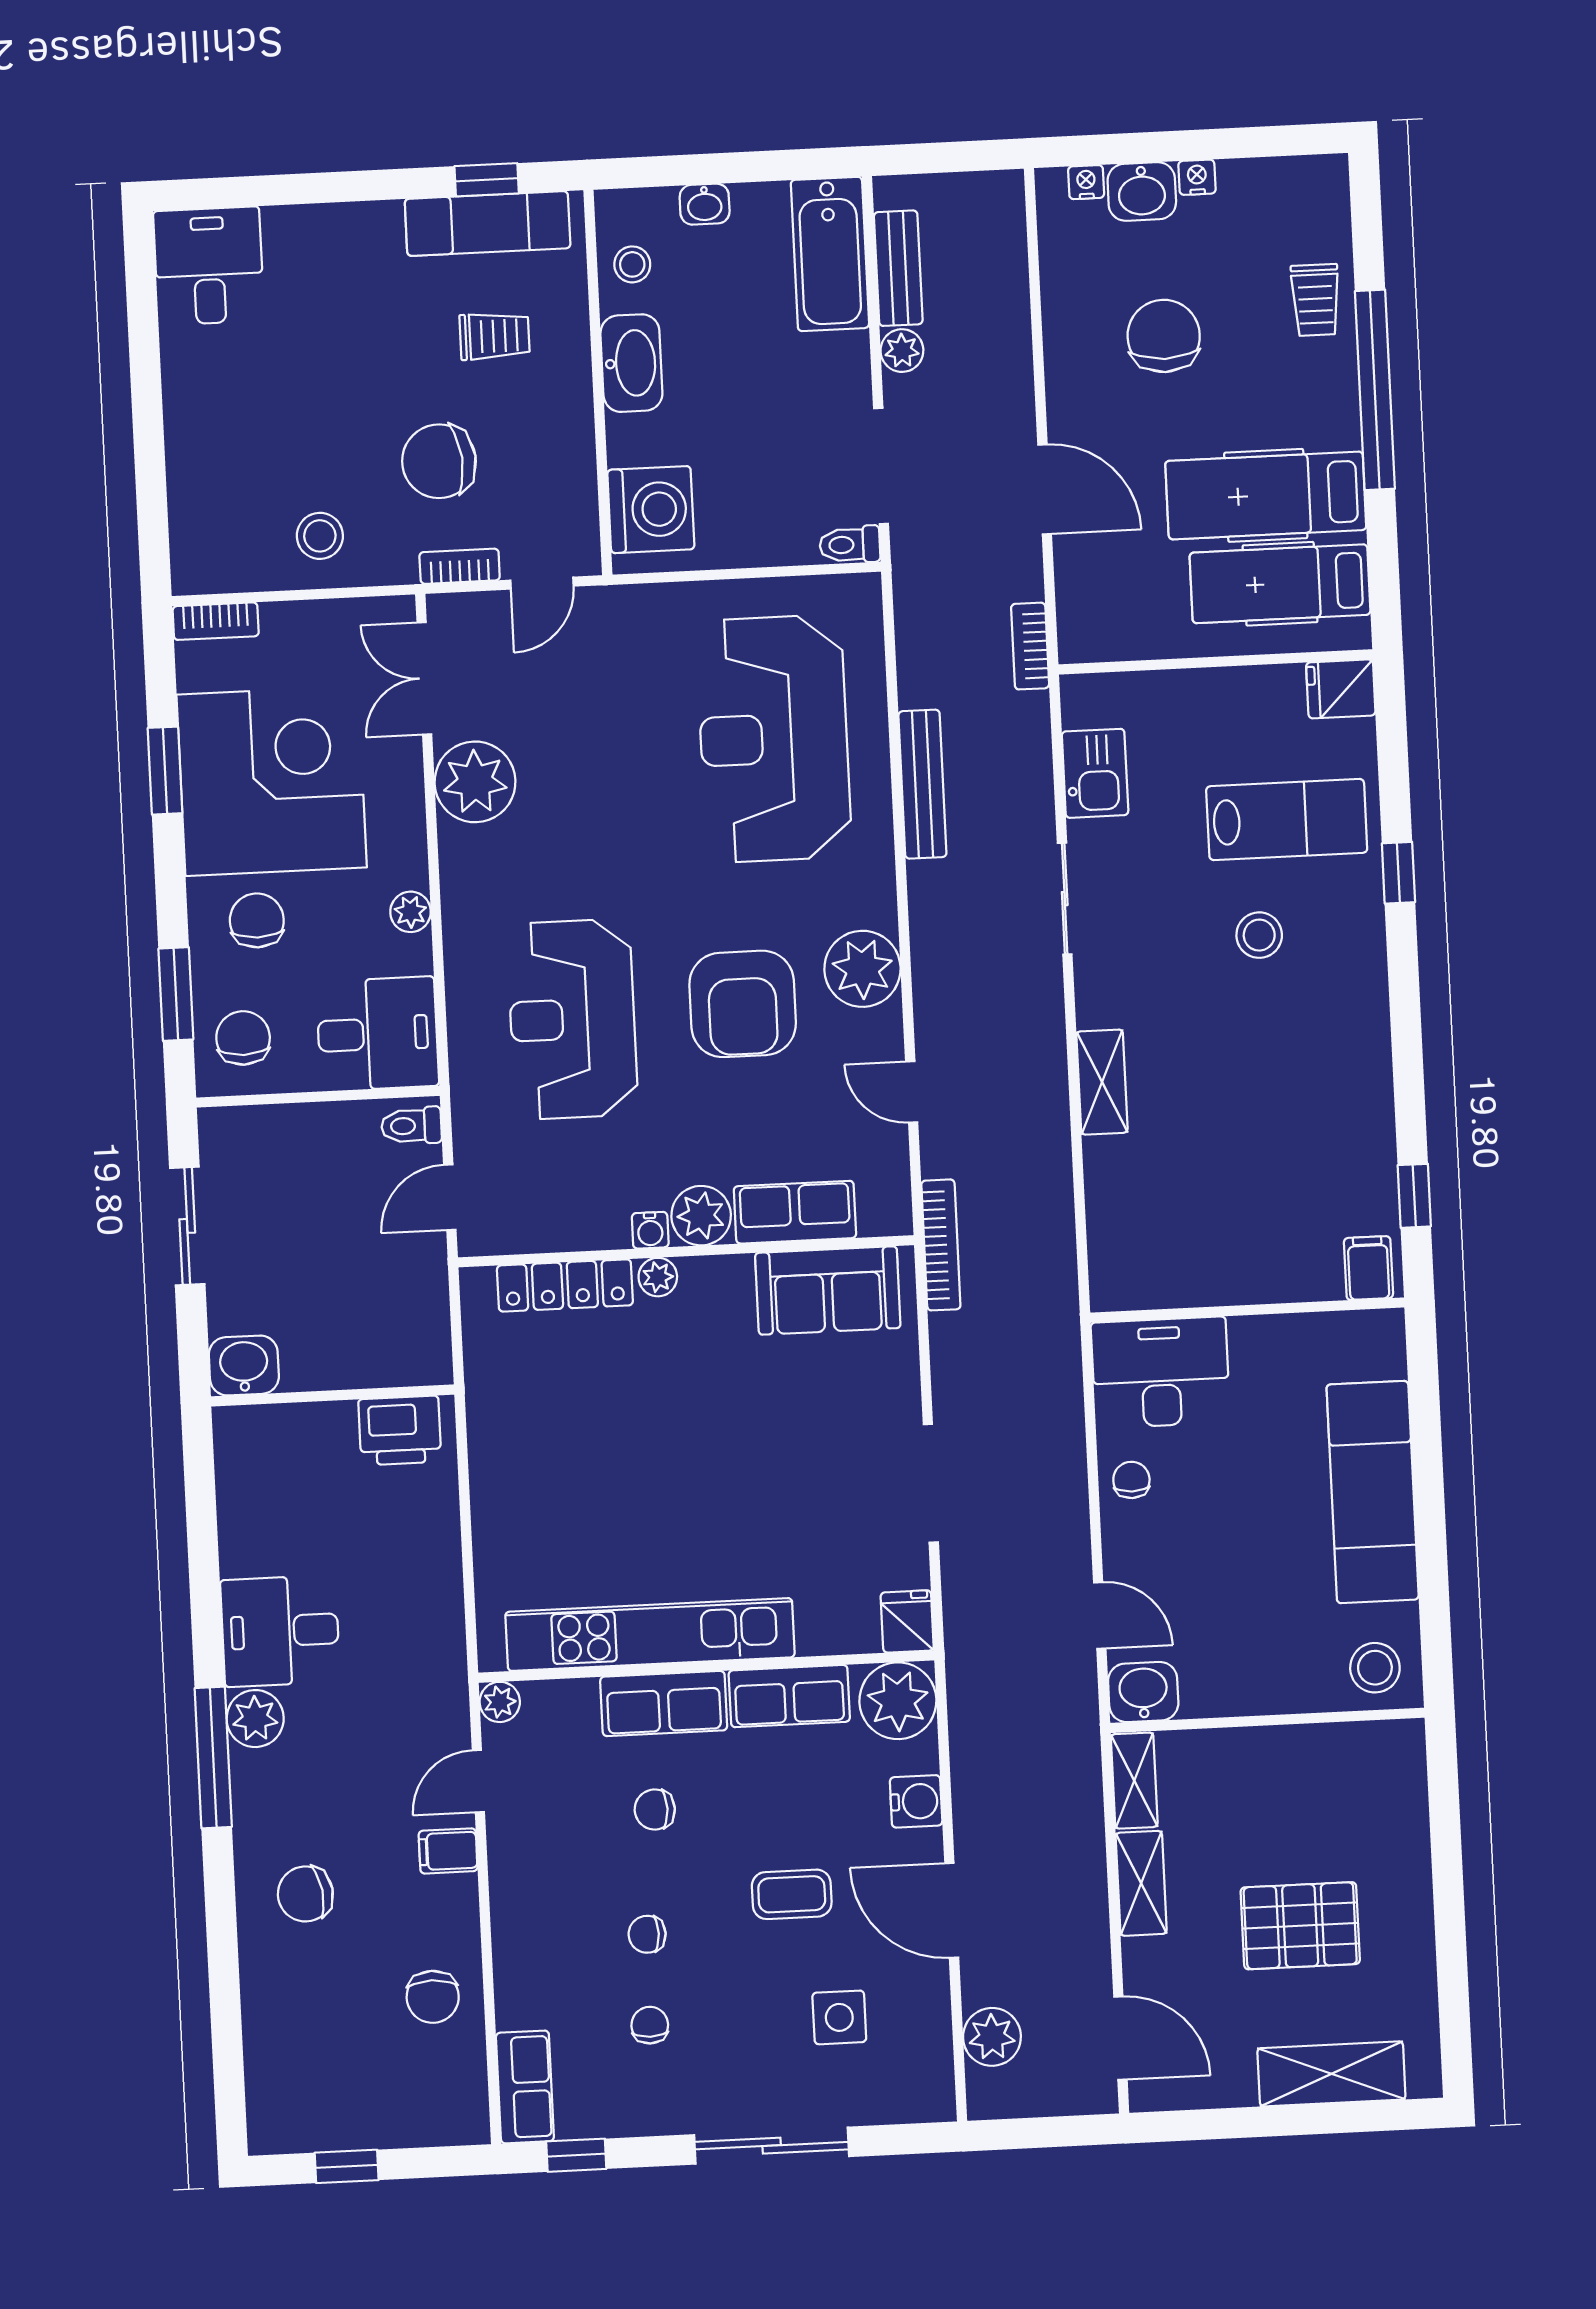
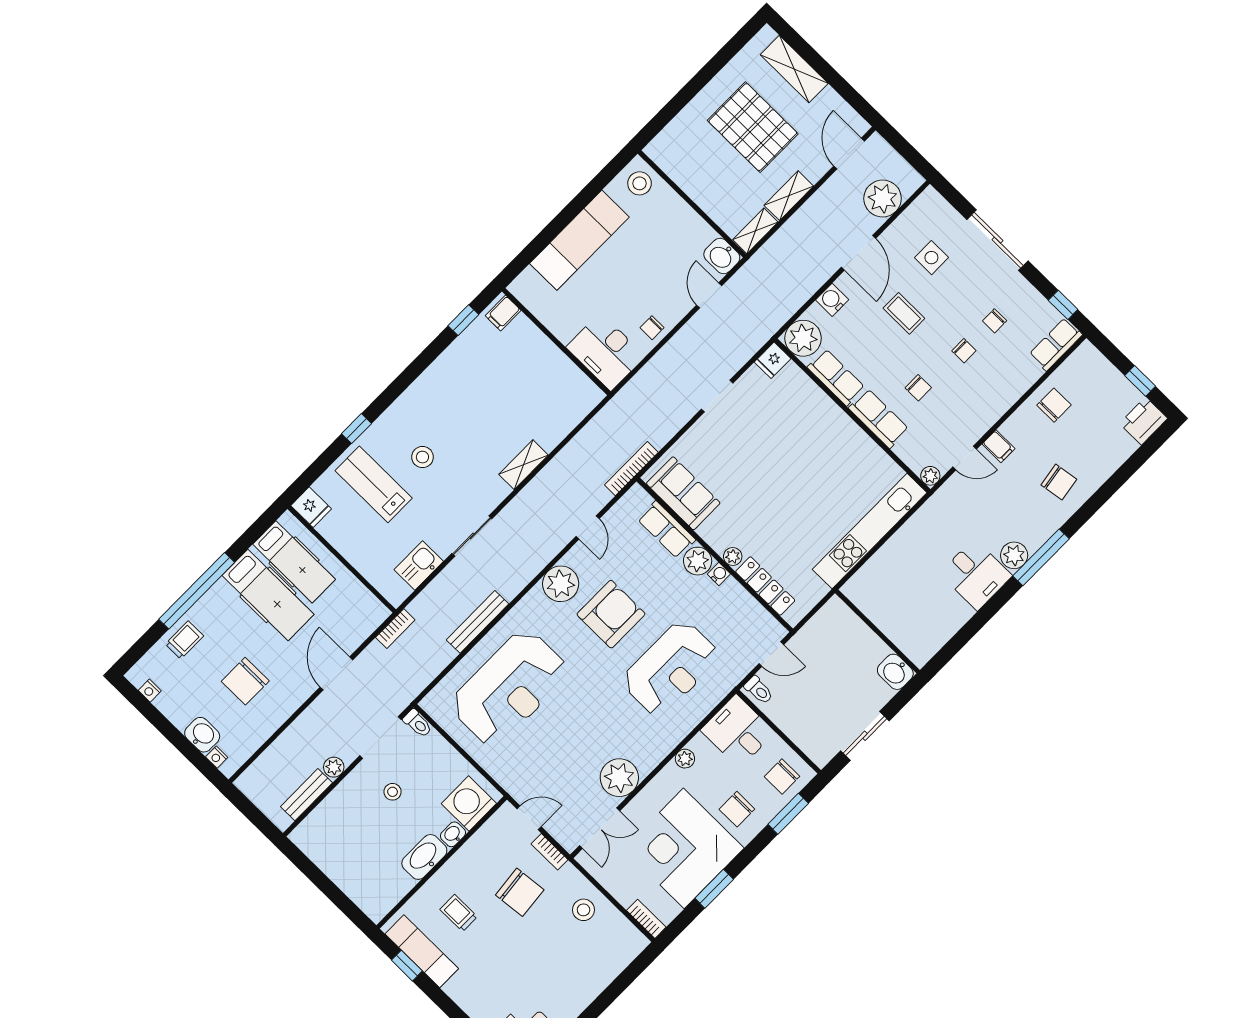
nightstand: (1197, 177) -> (150, 691), moved
washbasin: (705, 204) -> (453, 834), moved, turned -90
bathtub: (830, 254) -> (323, 823), removed
stool: (632, 264) -> (393, 792), moved
printer: (400, 1430) -> (1144, 421), moved, turned -90
doorway: (931, 1483) -> (717, 396), width x0.73
kitchen unit: (650, 1635) -> (870, 531), moved, turned 90
pallet: (1300, 1926) -> (753, 127), width x1.37, depth x1.41
plant: (992, 2037) -> (883, 199), width x1.36, depth x1.36

